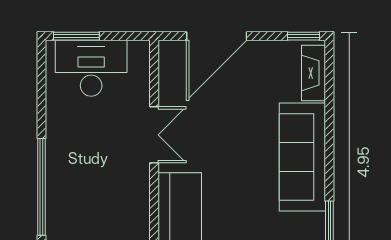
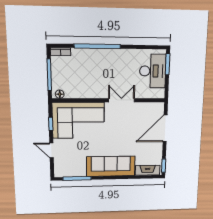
door: (217, 36) -> (165, 128), hinge flipped
double door: (154, 135) -> (121, 100), swing flipped

